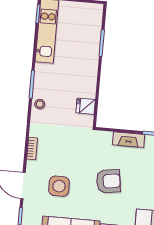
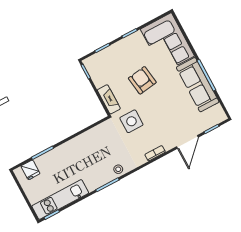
fridge: (86, 106) -> (30, 170), moved
fireplace: (129, 140) -> (109, 99), moved
side table: (59, 186) -> (131, 121), moved

